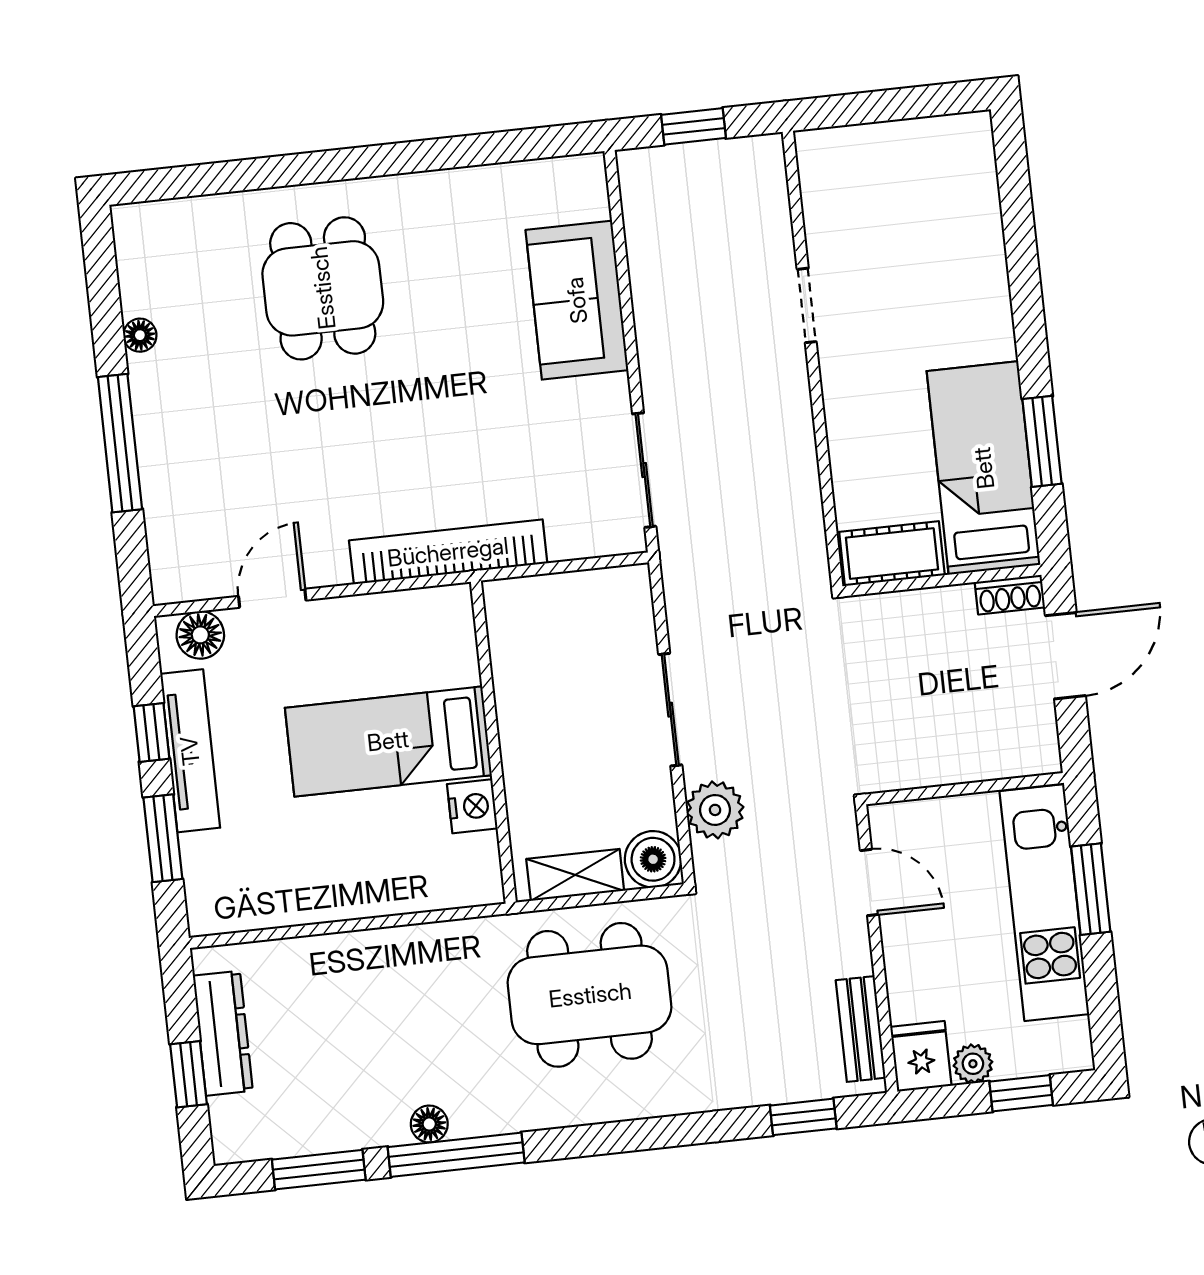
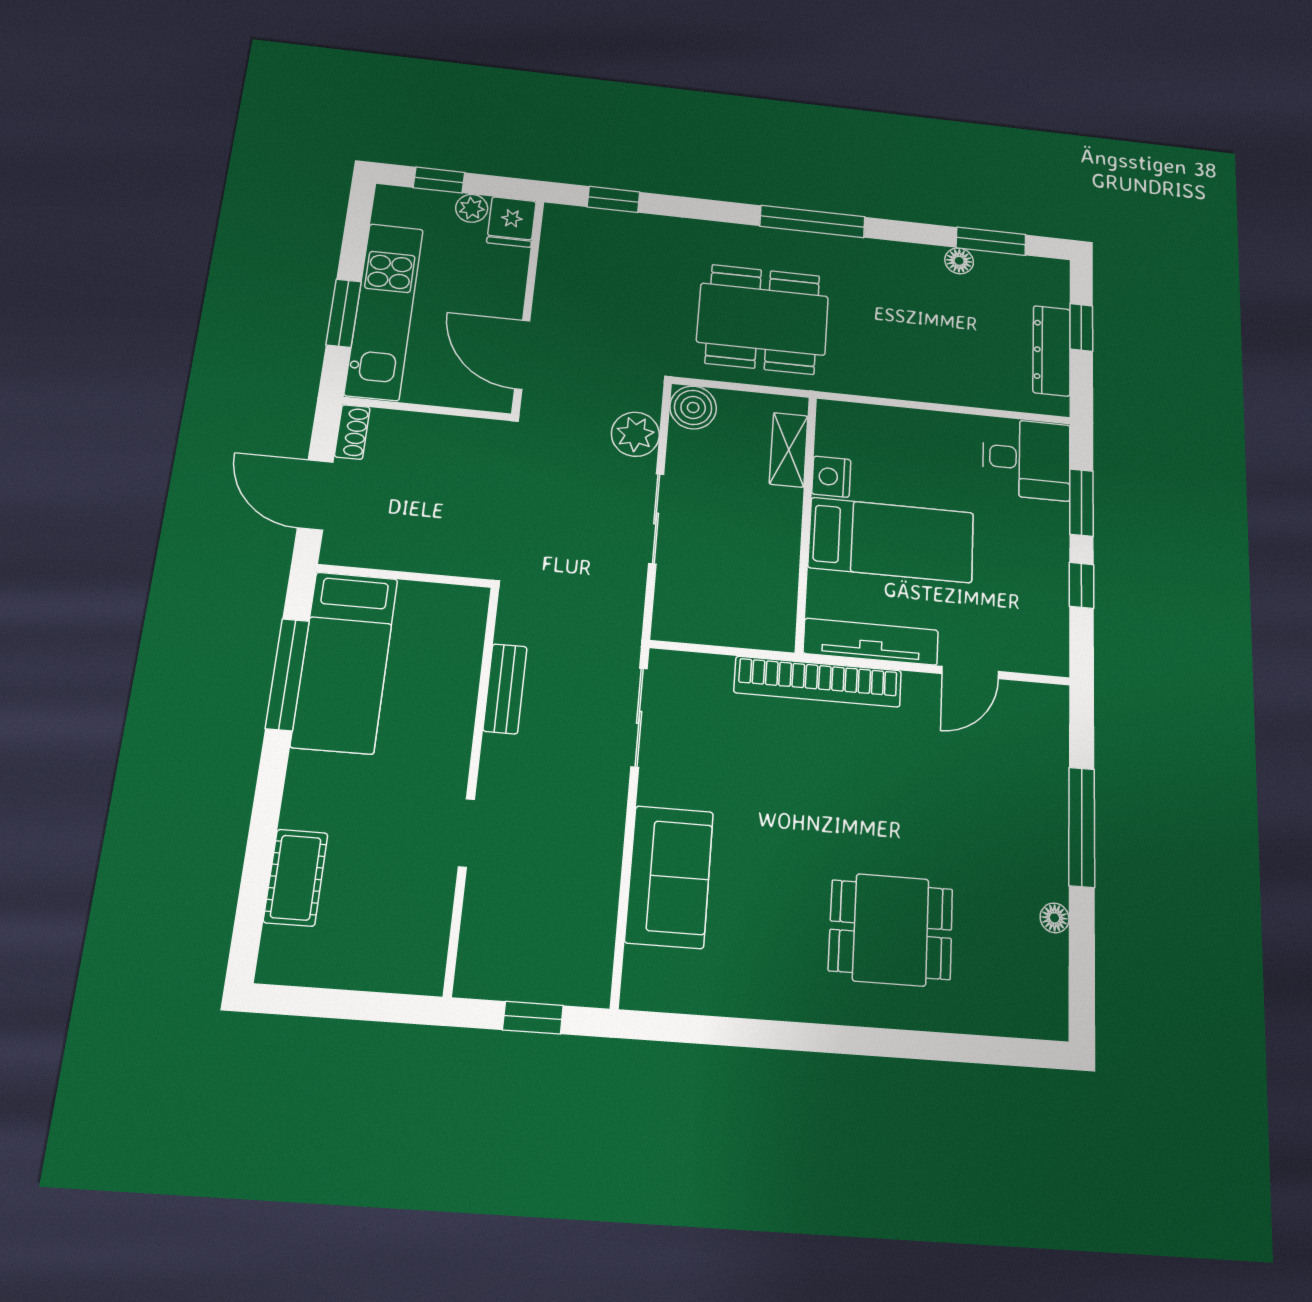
dining table: (323, 288) -> (891, 930), turned 90
window: (1042, 441) -> (287, 674), width x1.44
cot: (892, 554) -> (296, 878), moved, turned 90
shoe rack: (1010, 595) -> (352, 432), moved, turned 90
floor lamp: (200, 635) -> (1033, 655), removed
door: (1065, 656) -> (315, 495), hinge flipped
tv unit: (190, 751) -> (871, 642), moved, turned 90
shelving: (575, 875) -> (789, 450), moved, turned 90
desk: (238, 881) -> (1026, 459), added
door: (869, 882) -> (522, 355), width x1.38
bench: (861, 1029) -> (505, 689), moved
floor lamp: (429, 1124) -> (959, 261), moved
window: (456, 1155) -> (812, 221), moved

